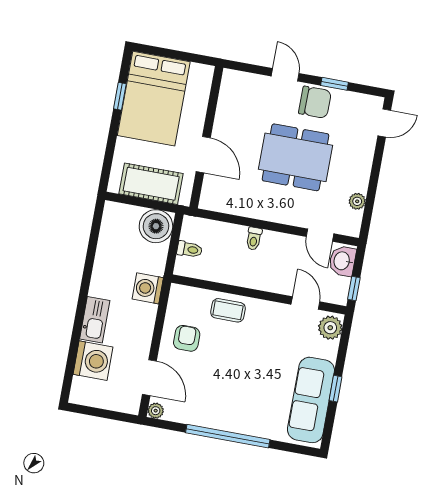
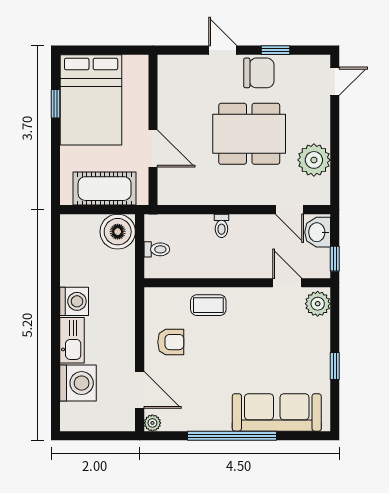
plant: (357, 201) -> (314, 160), width x1.87, depth x1.87
washing machine: (148, 288) -> (74, 301), moved, turned 180
armchair: (187, 338) -> (171, 342), turned 90
sofa: (311, 400) -> (277, 412), moved, turned 90

